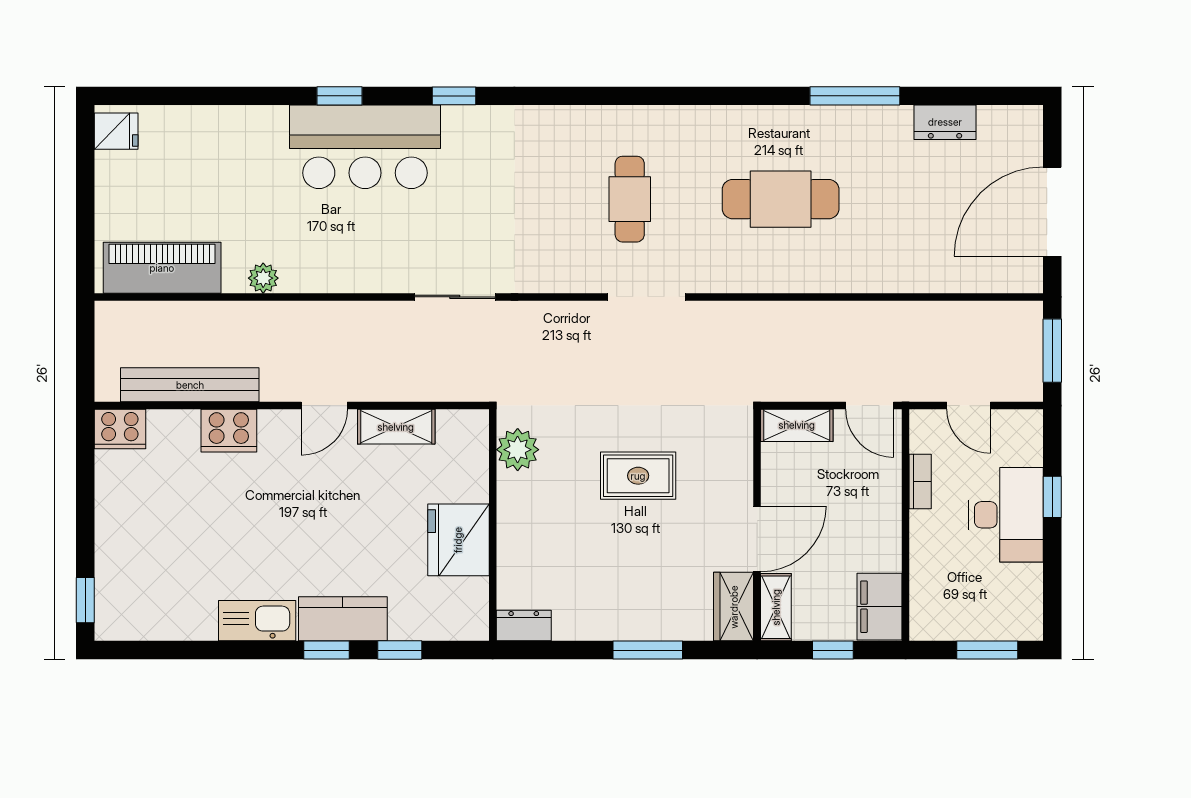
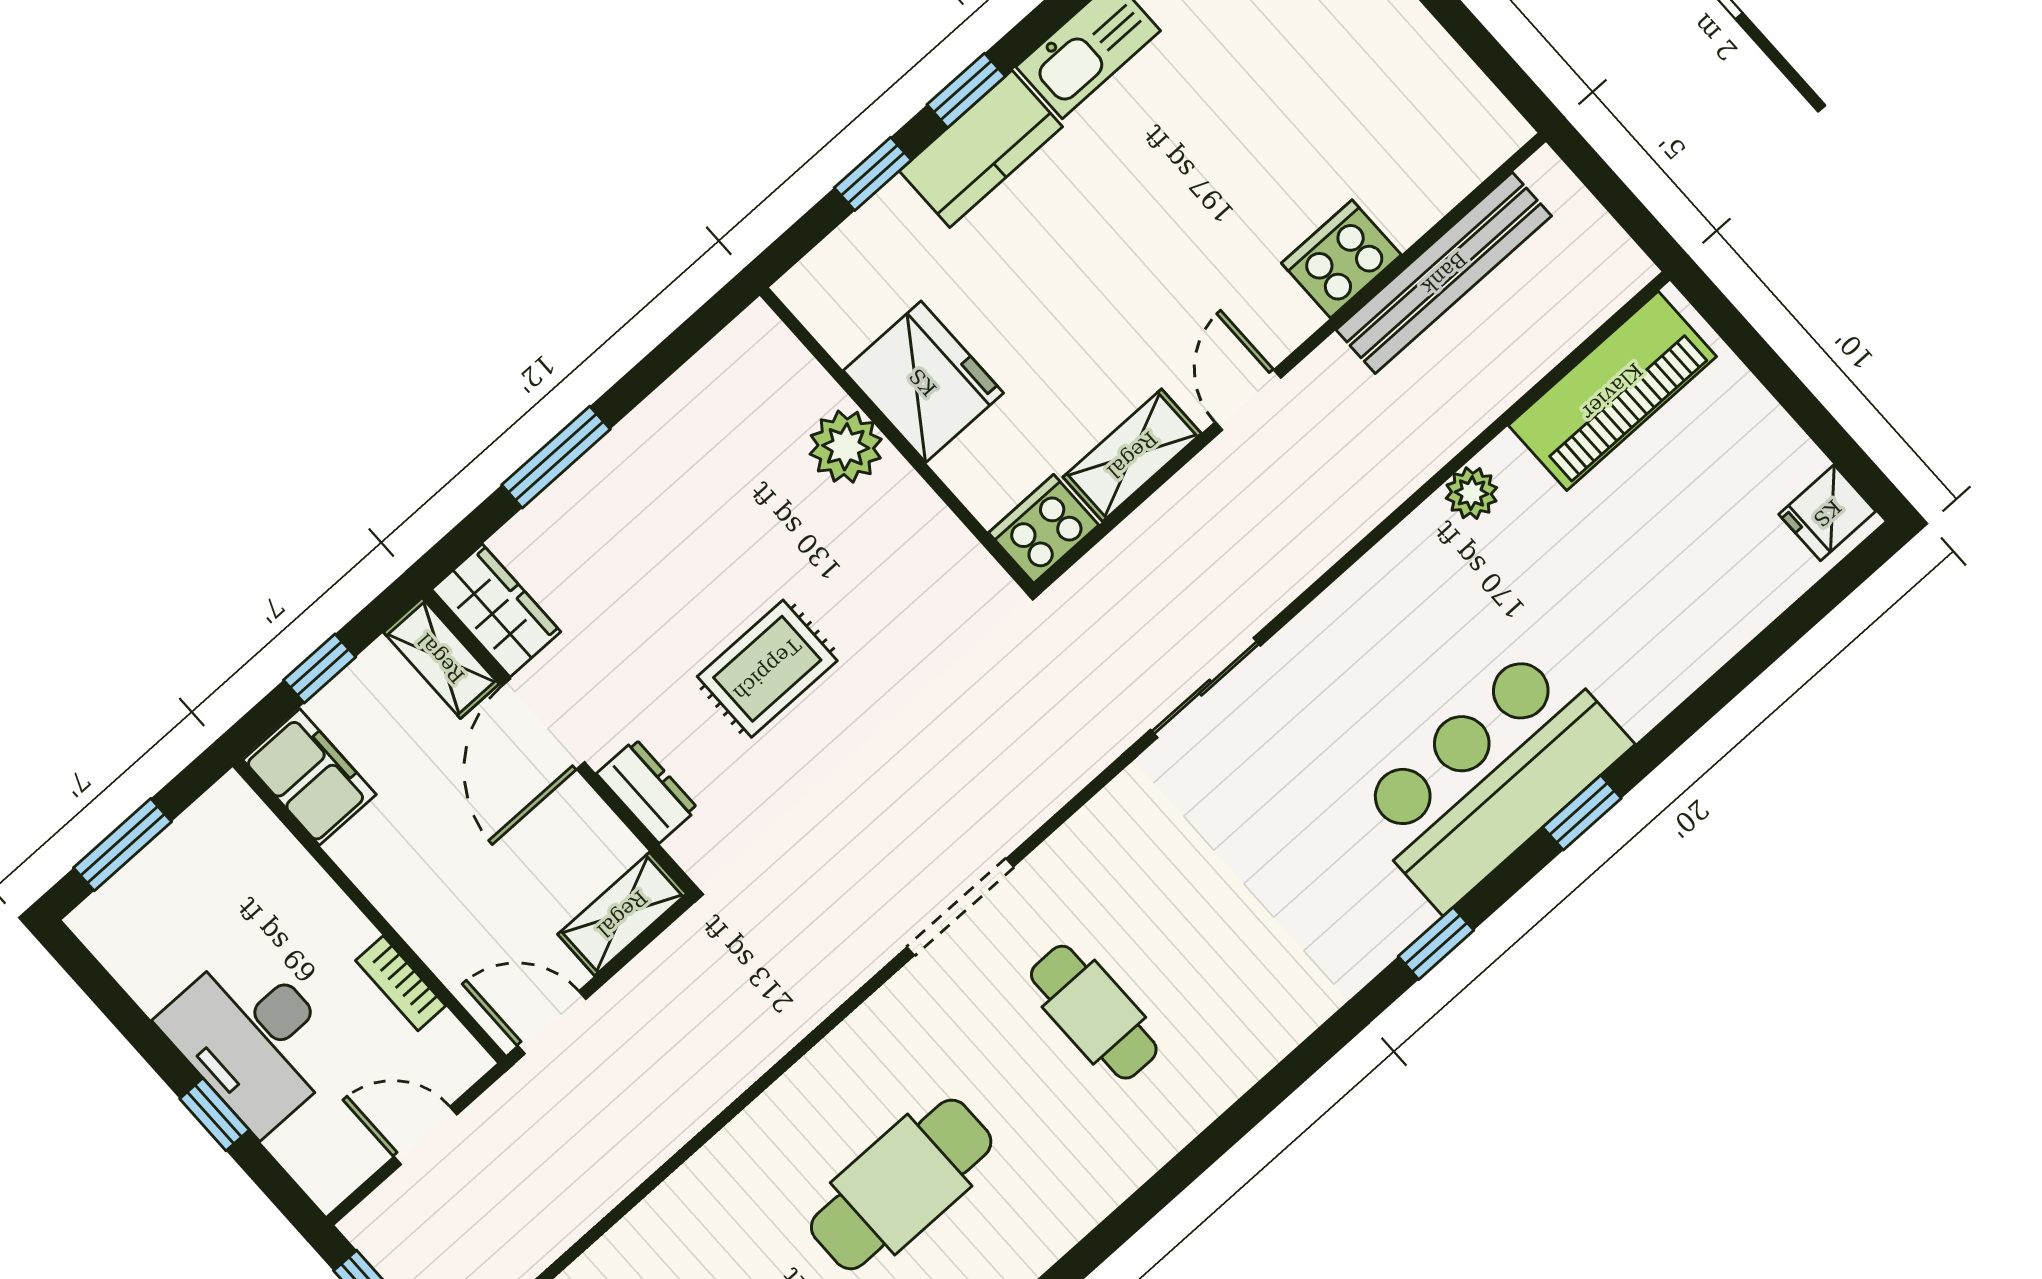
cooker: (120, 429) -> (1044, 529), moved
plant: (518, 450) -> (846, 447), moved
dresser: (524, 626) -> (647, 791), moved, turned -90

